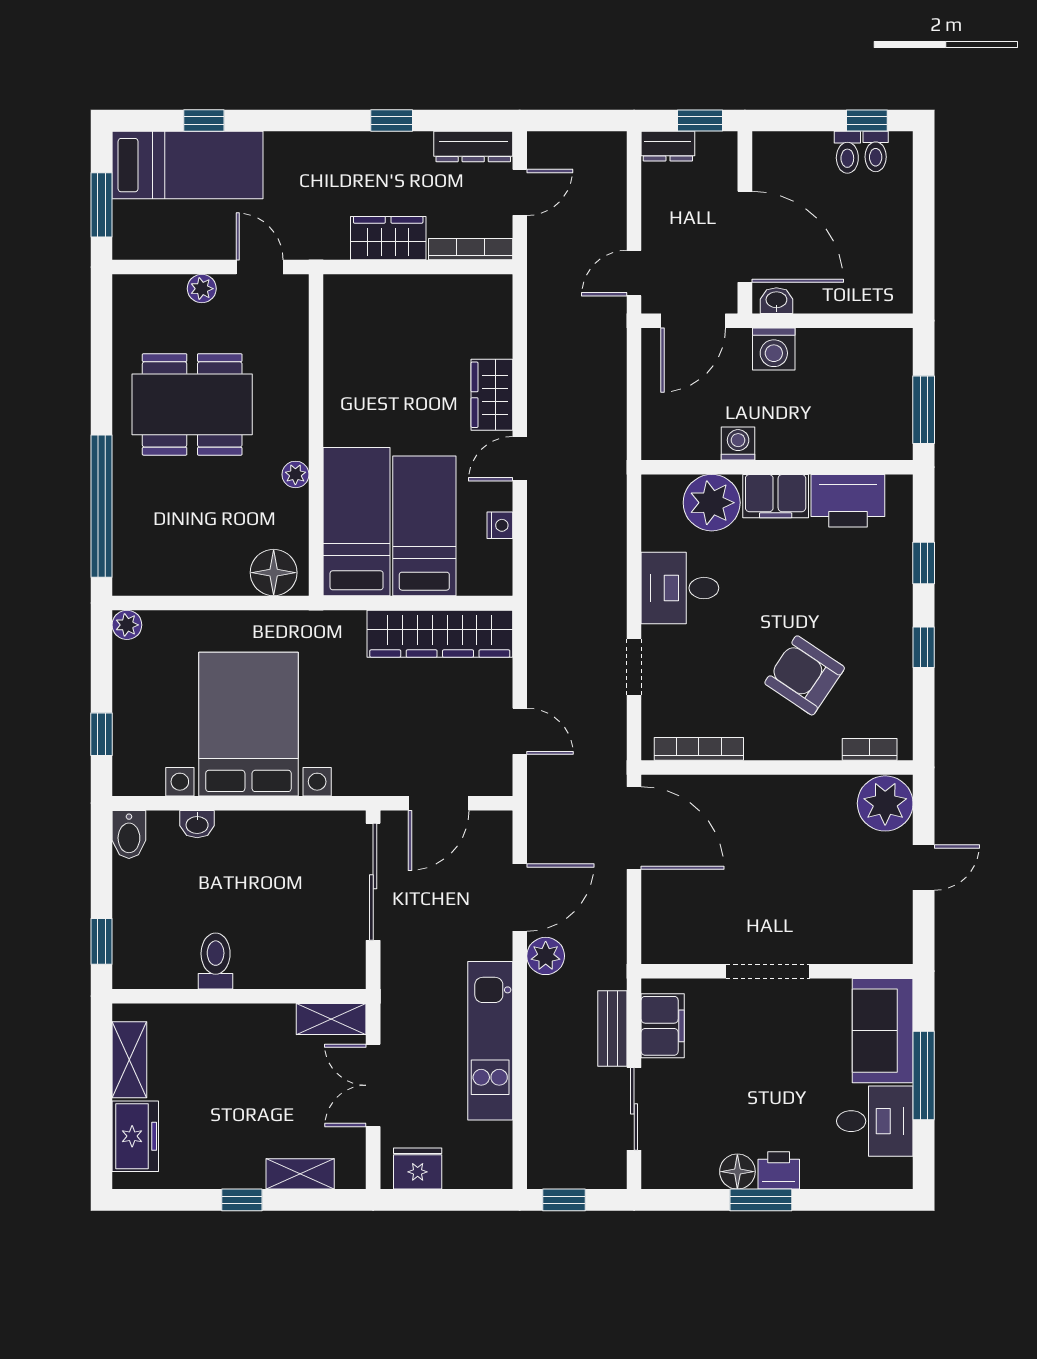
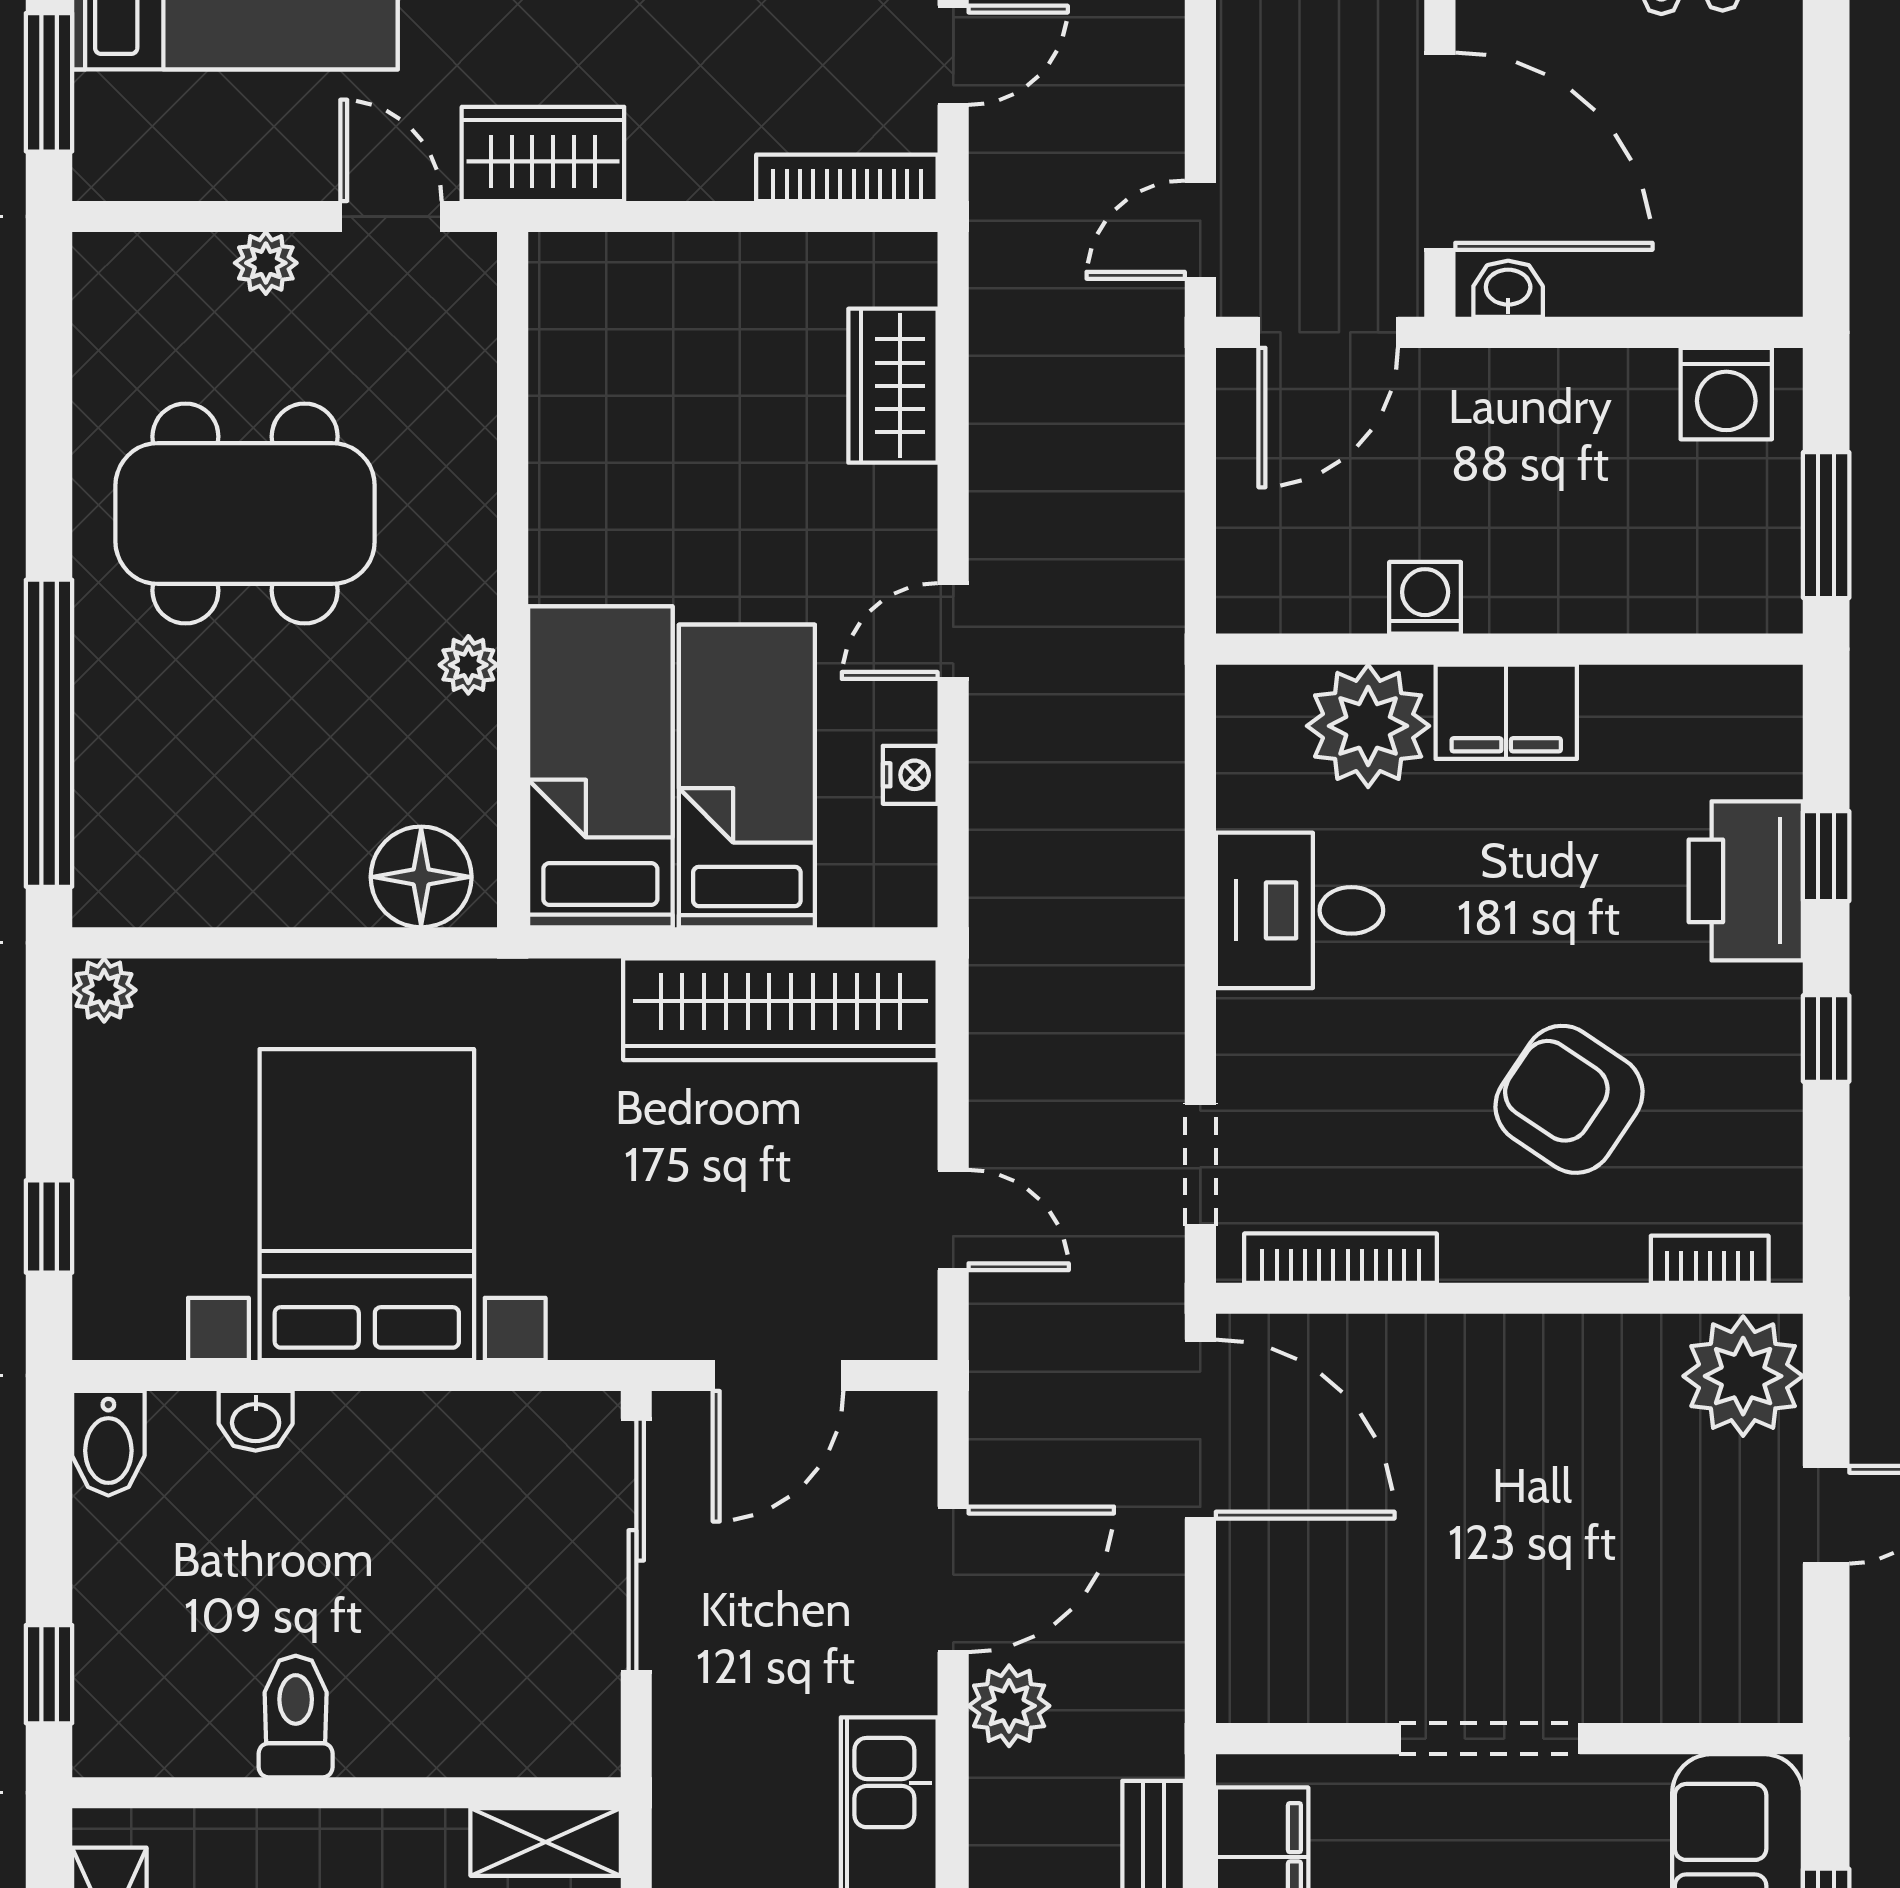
wardrobe: (388, 238) -> (543, 154), moved
washing machine: (774, 349) -> (1726, 394), moved
wardrobe: (492, 395) -> (893, 386), moved
printer: (848, 501) -> (1746, 881), moved, turned 90
doorway: (634, 667) -> (1200, 1164), moved

